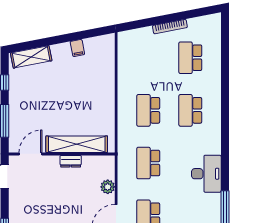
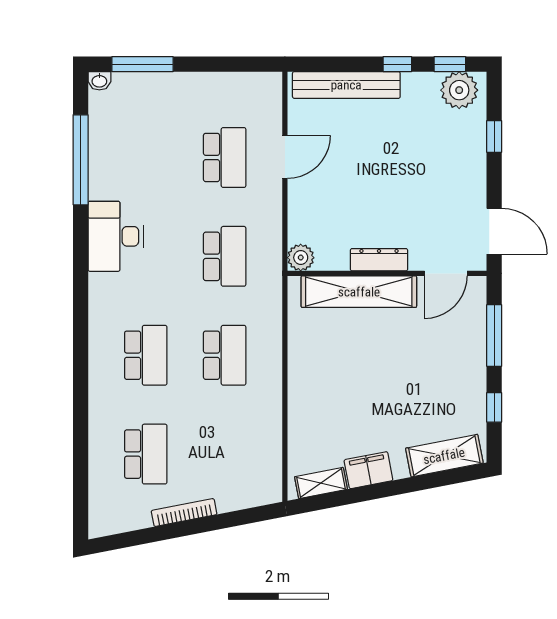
shelving: (97, 42) -> (321, 483), added
filing cabinet: (77, 48) -> (368, 470), width x2.00
dresser: (71, 161) -> (379, 260), width x1.44
plant: (108, 187) -> (301, 258), moved

